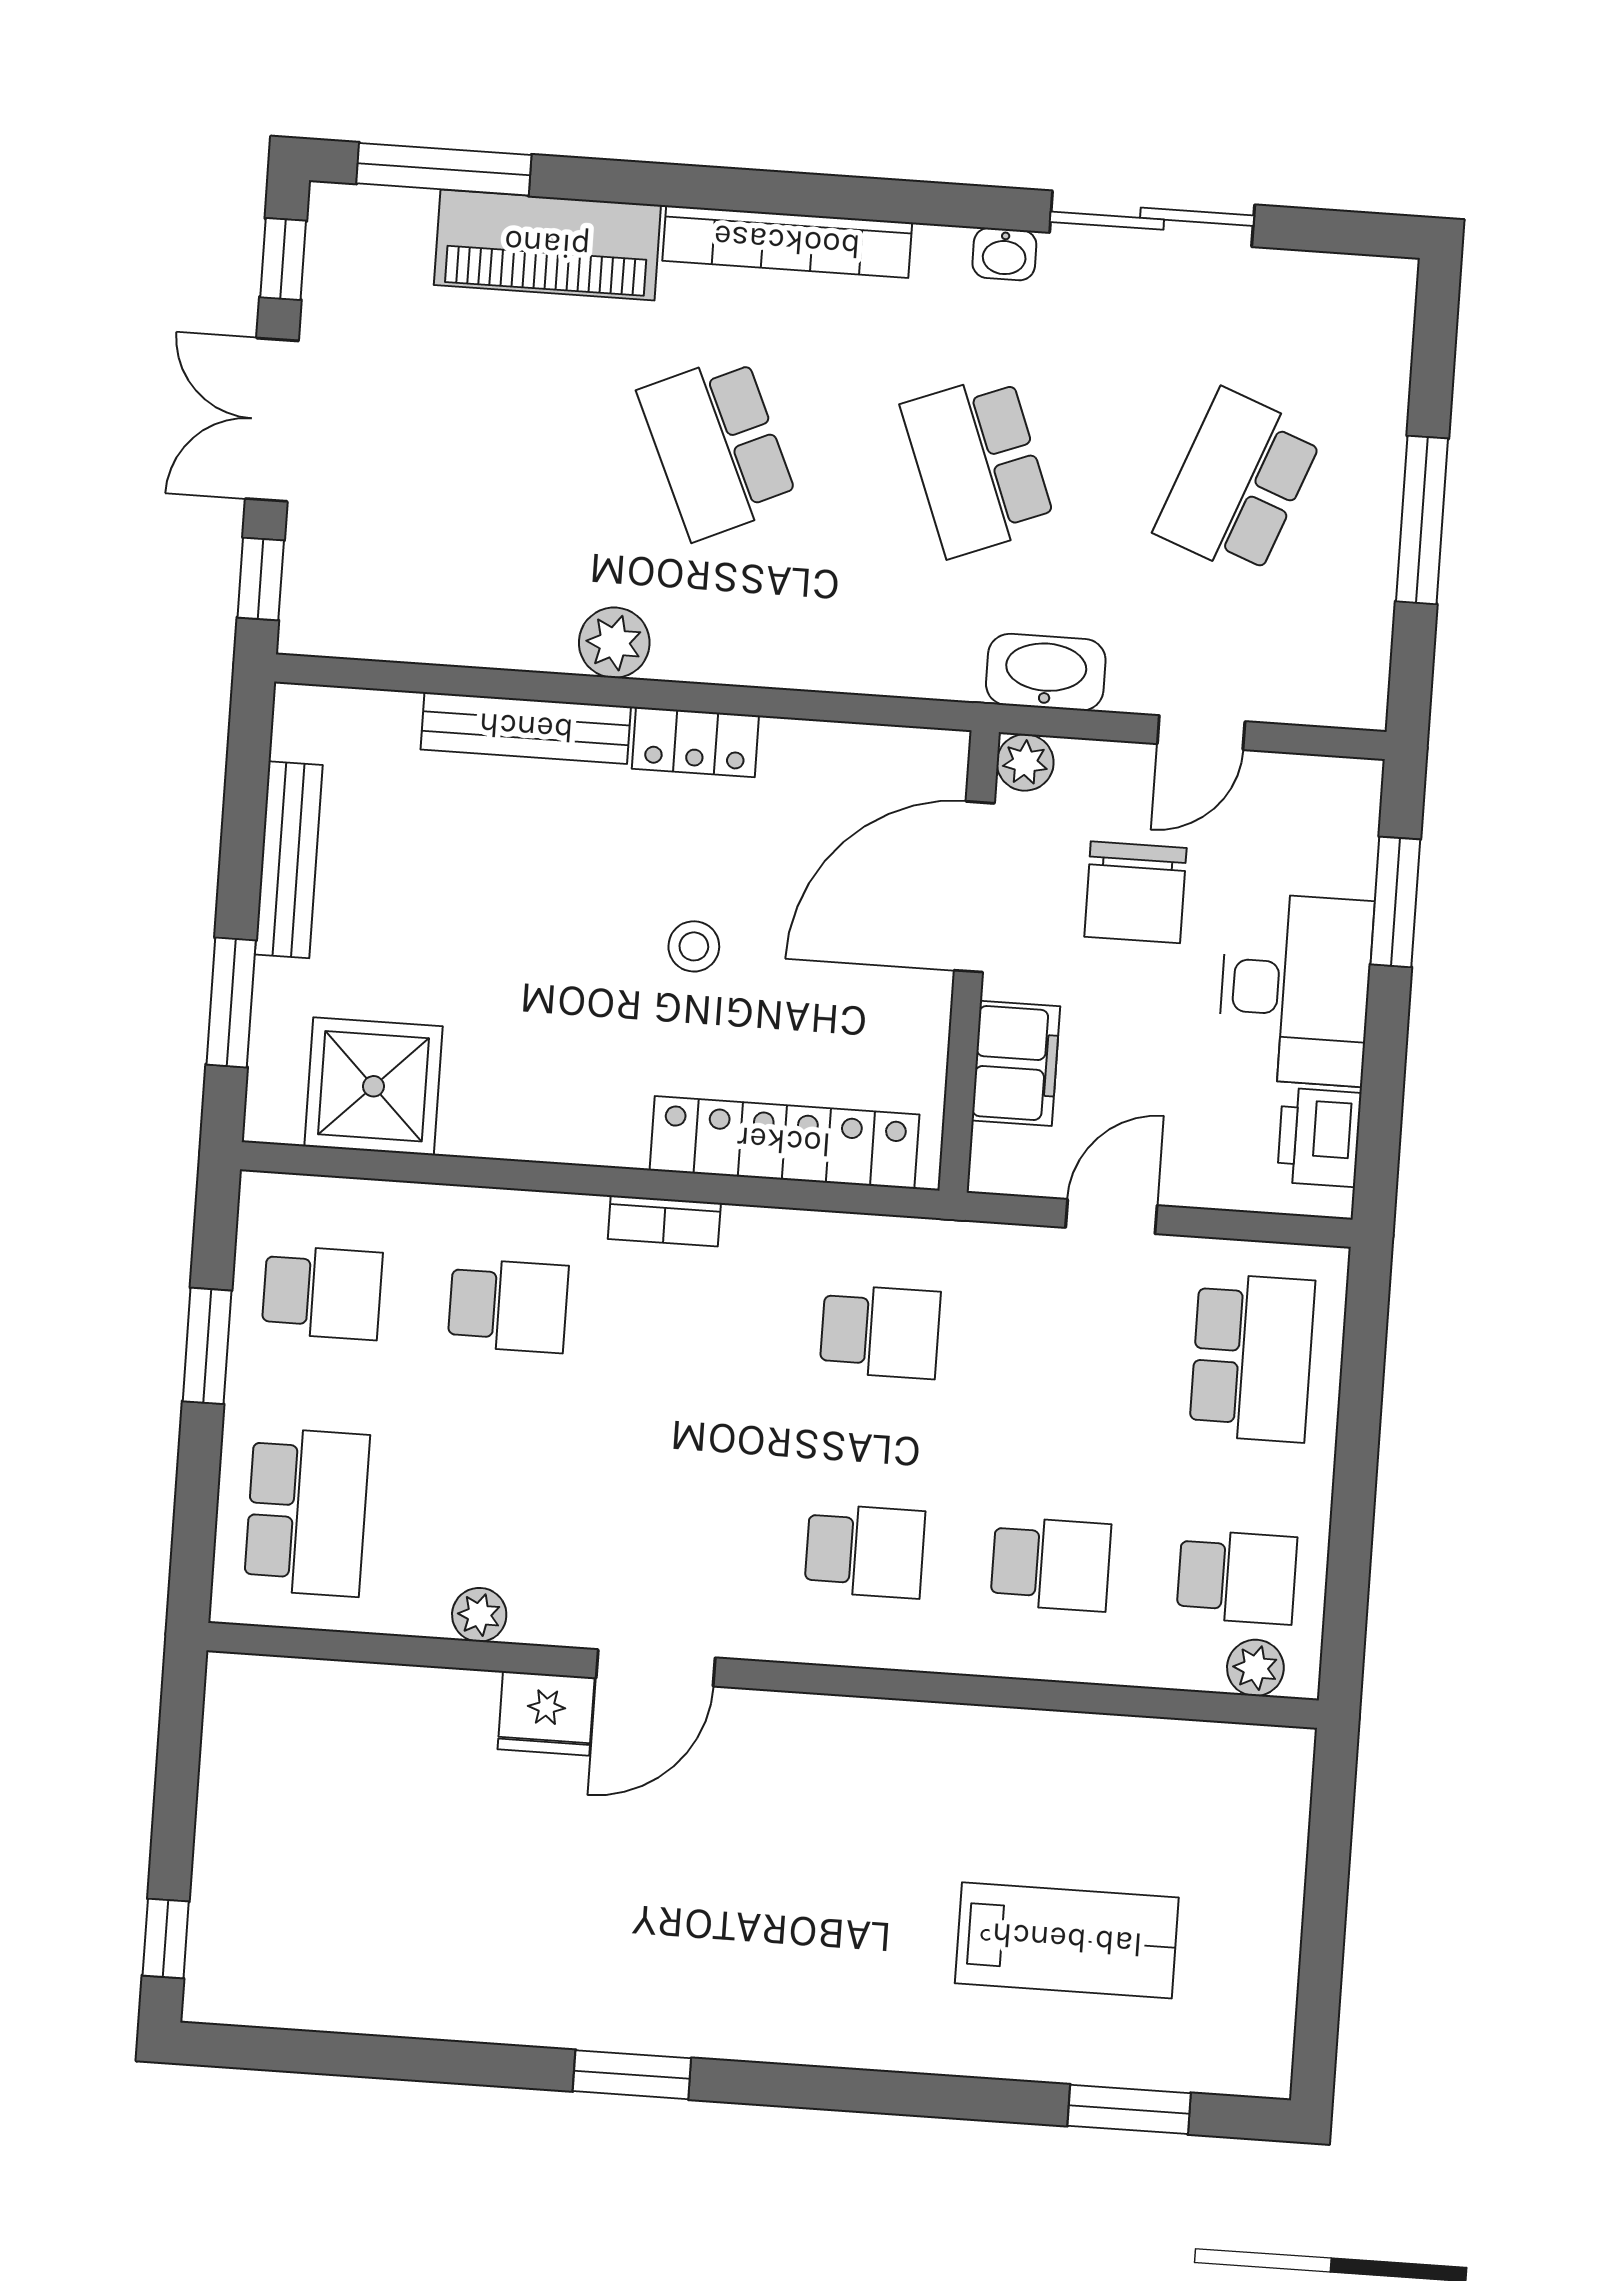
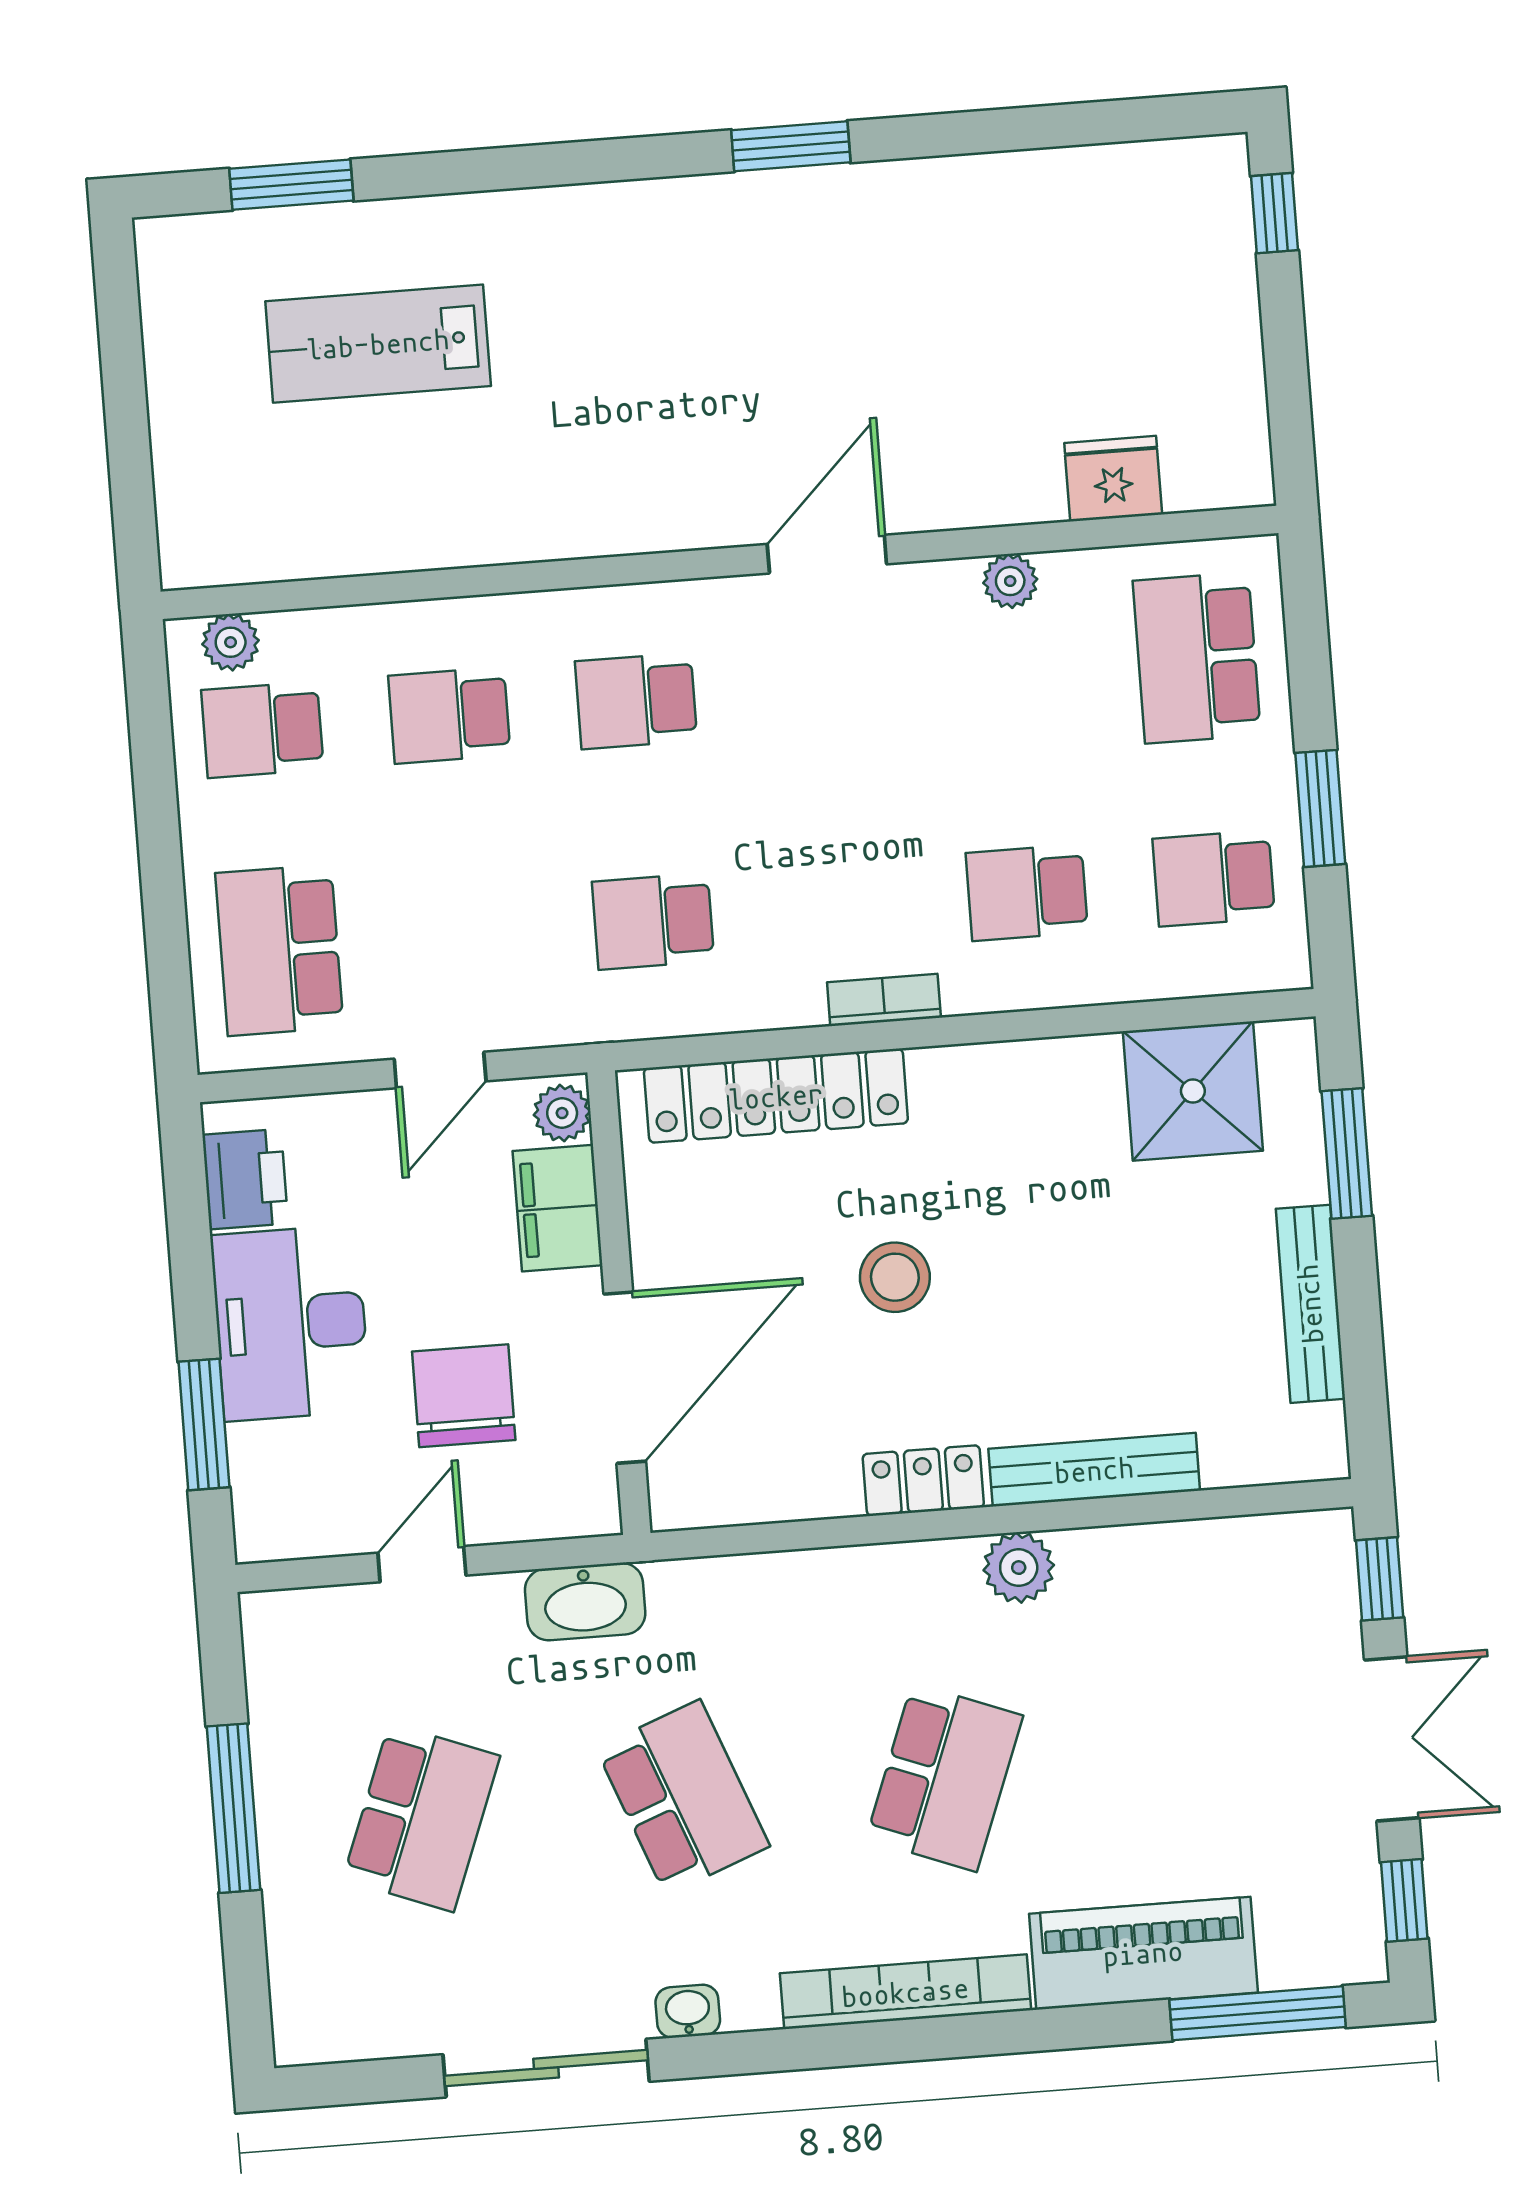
school desk: (718, 447) -> (944, 1777), turned 45
plant: (1025, 762) -> (562, 1113), moved
stool: (694, 946) -> (895, 1277), width x1.37, depth x1.37
fridge: (546, 1713) -> (1113, 479), moved

